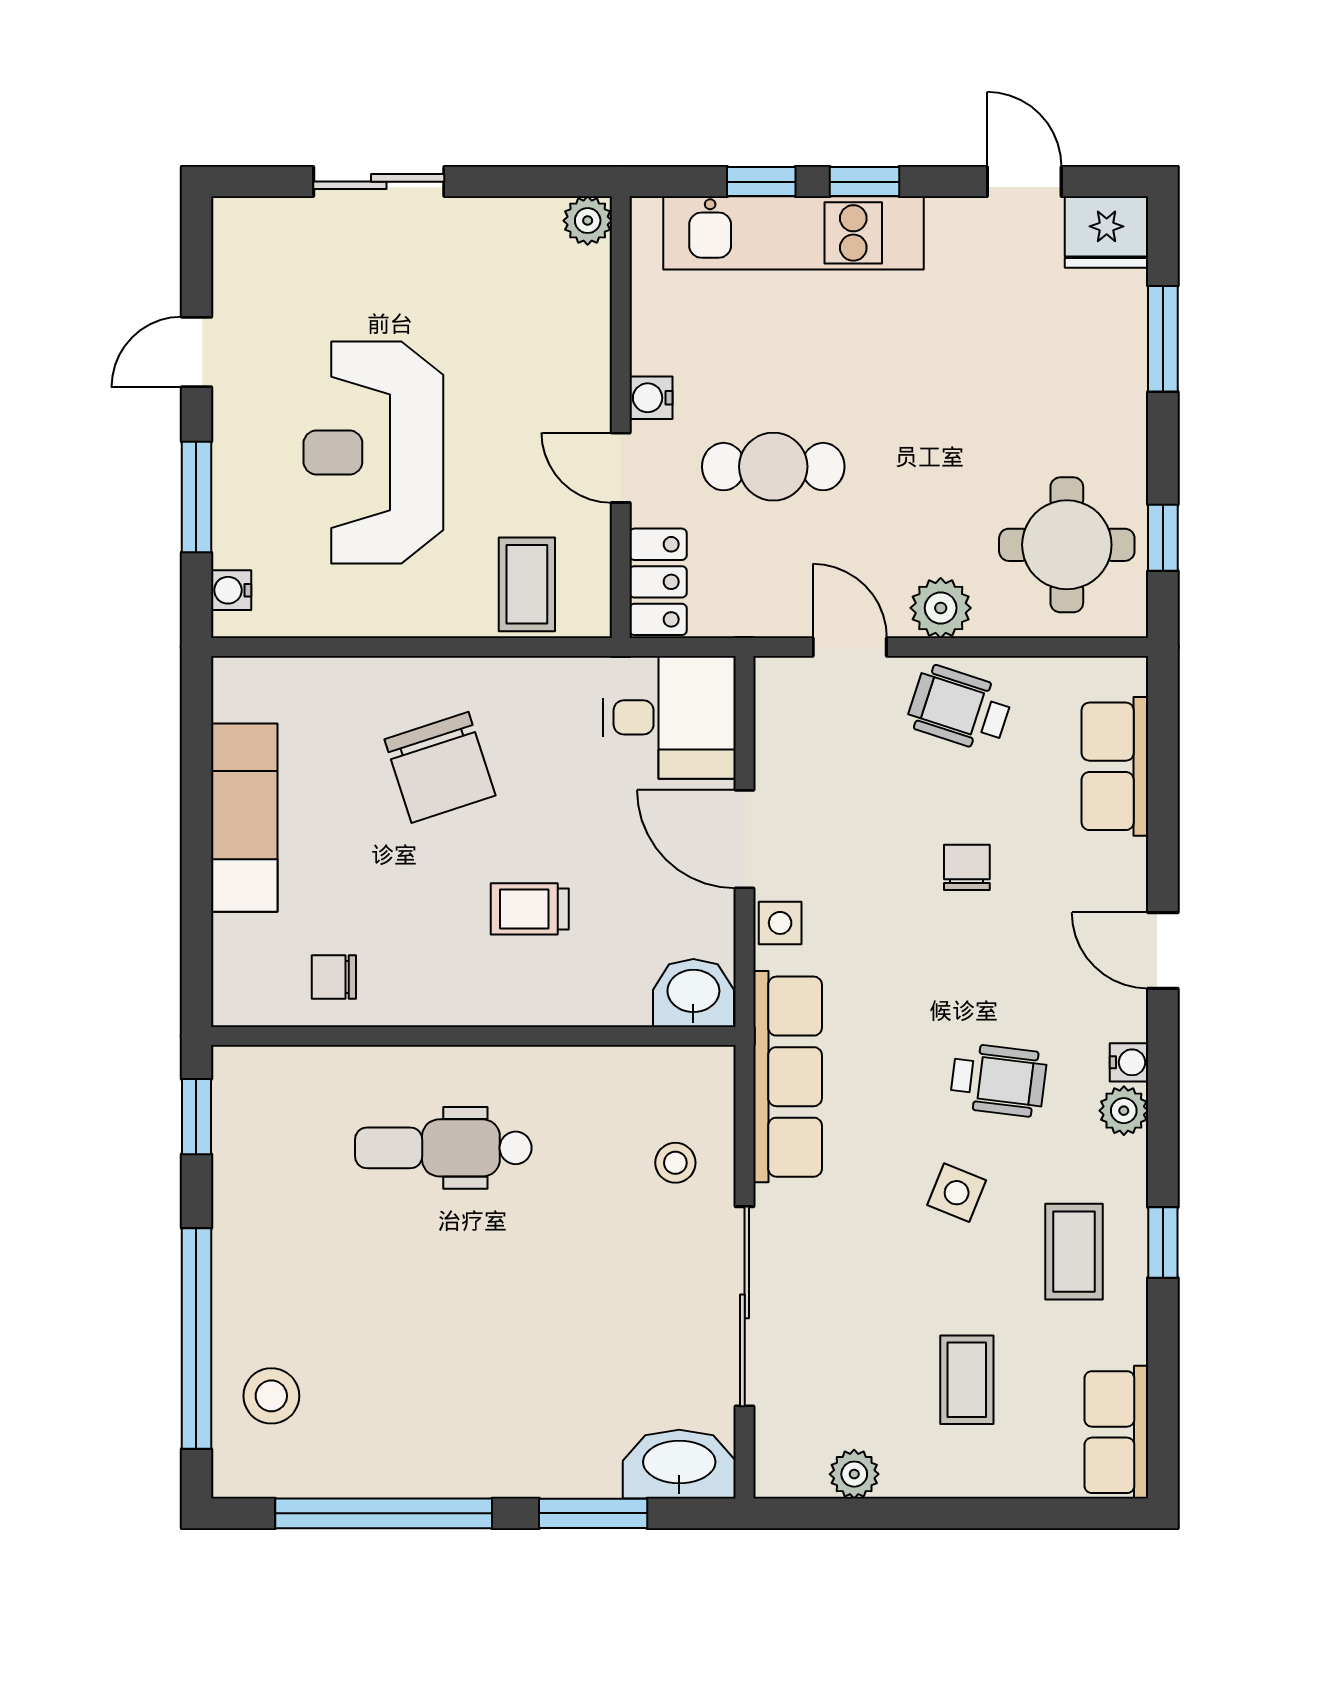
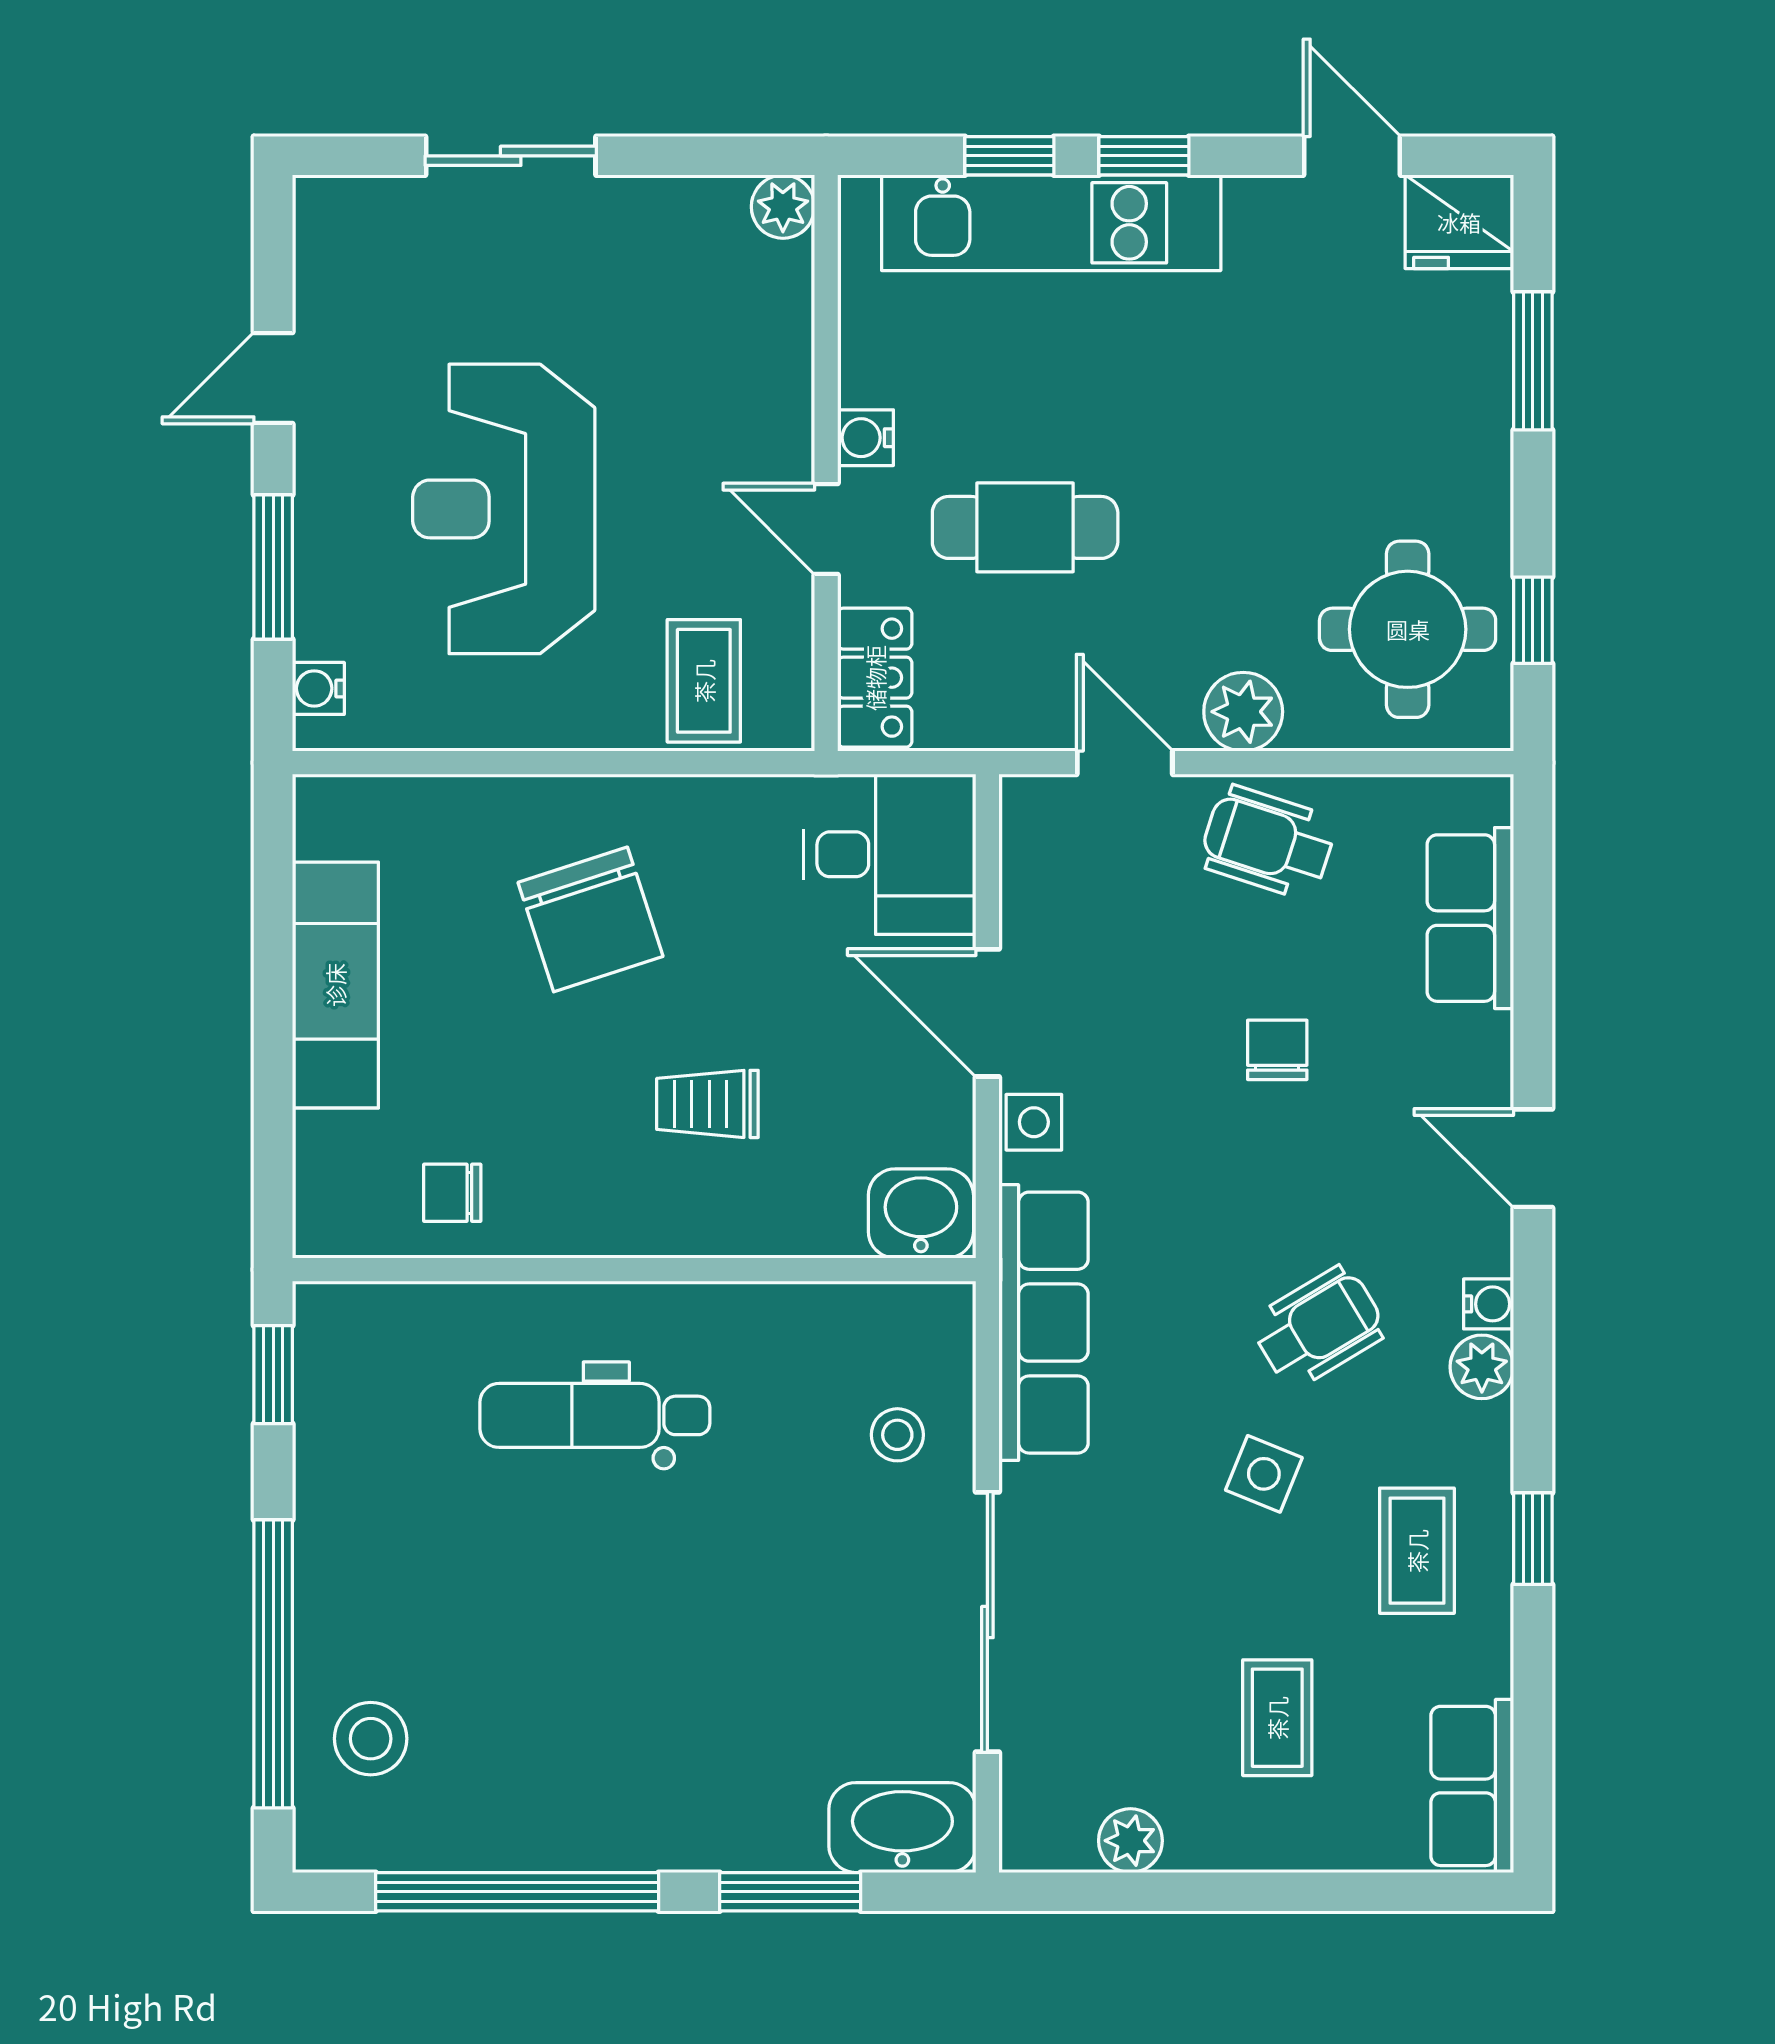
wheelchair: (998, 1080) -> (1318, 1327), turned -38

